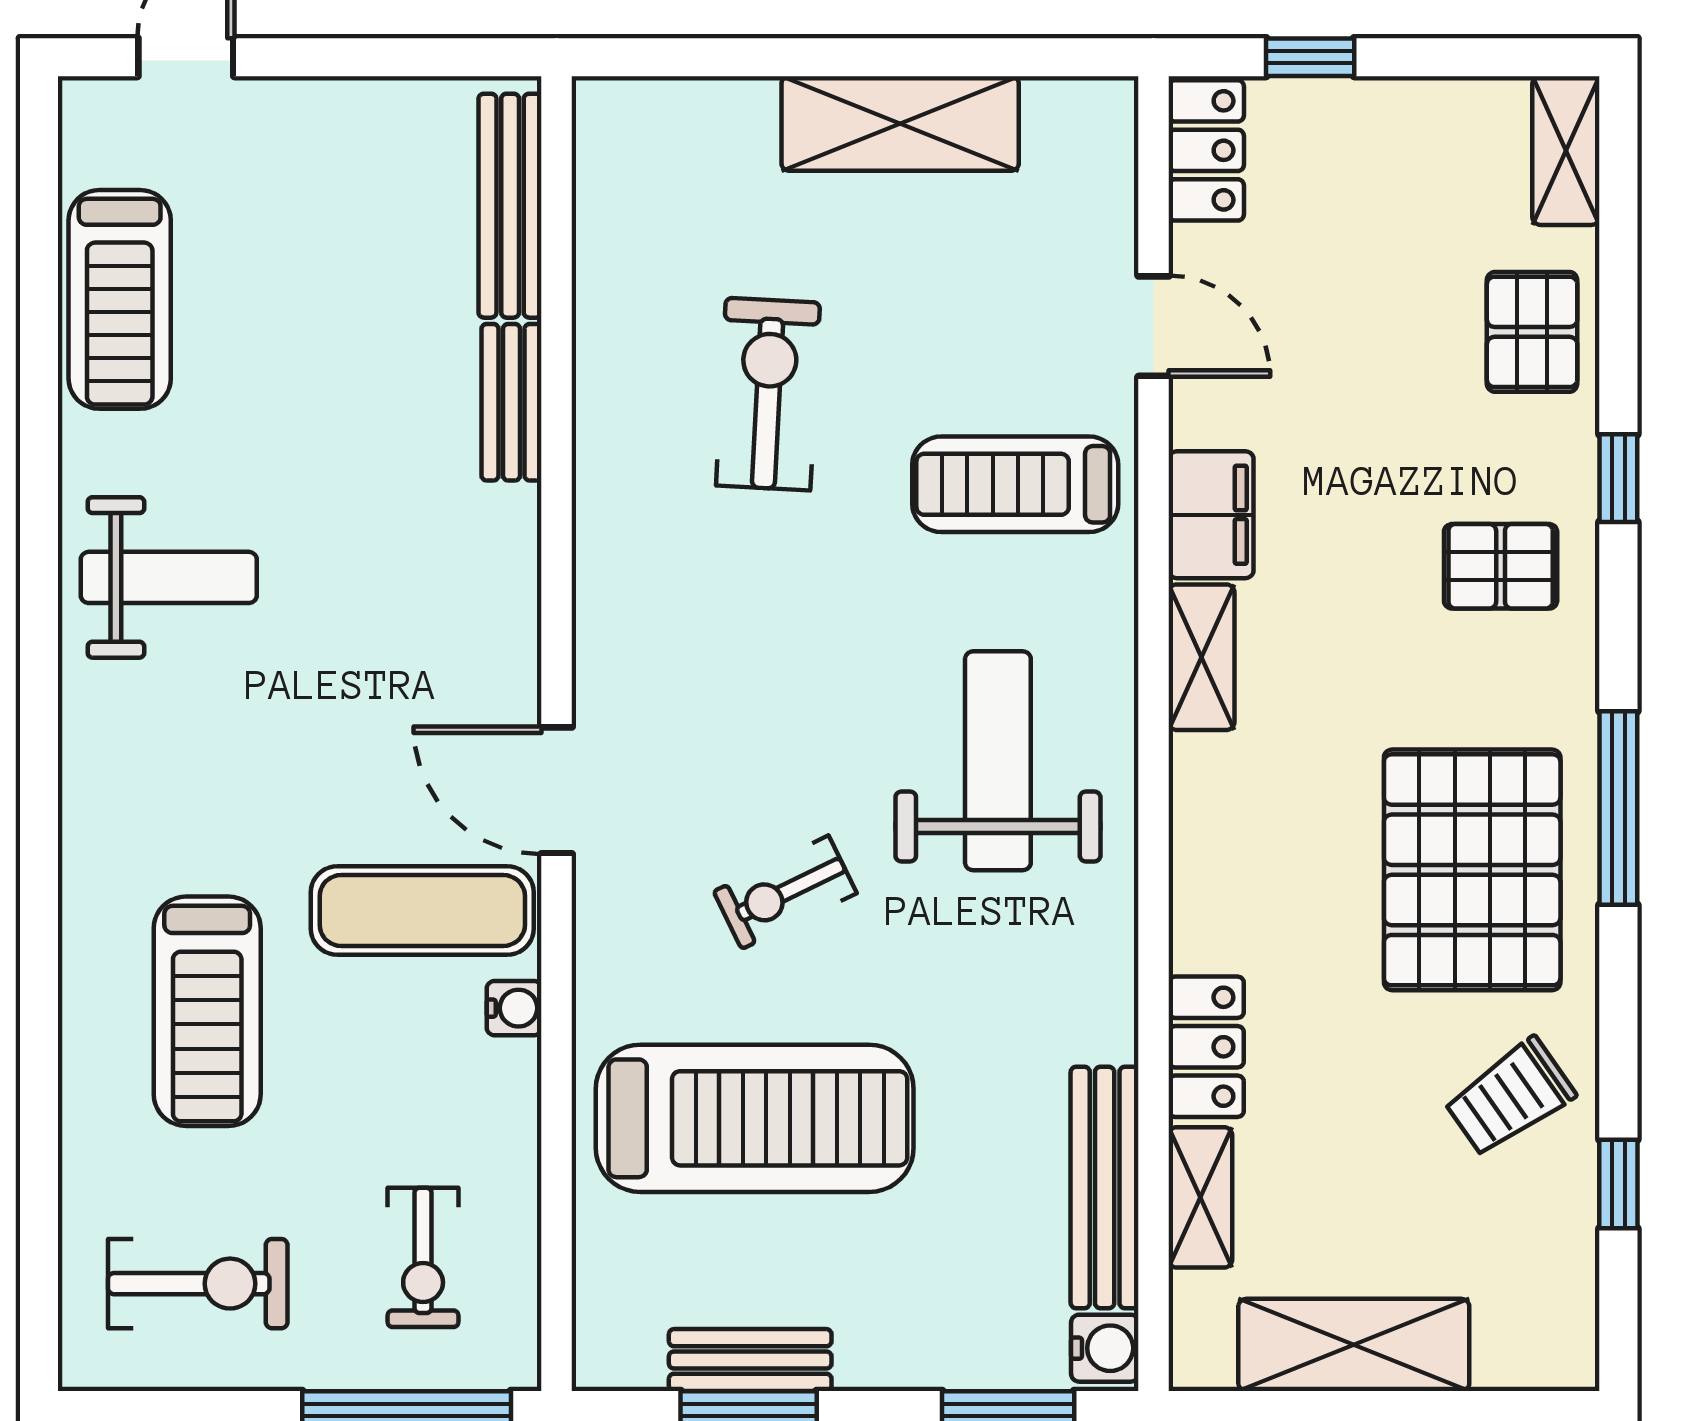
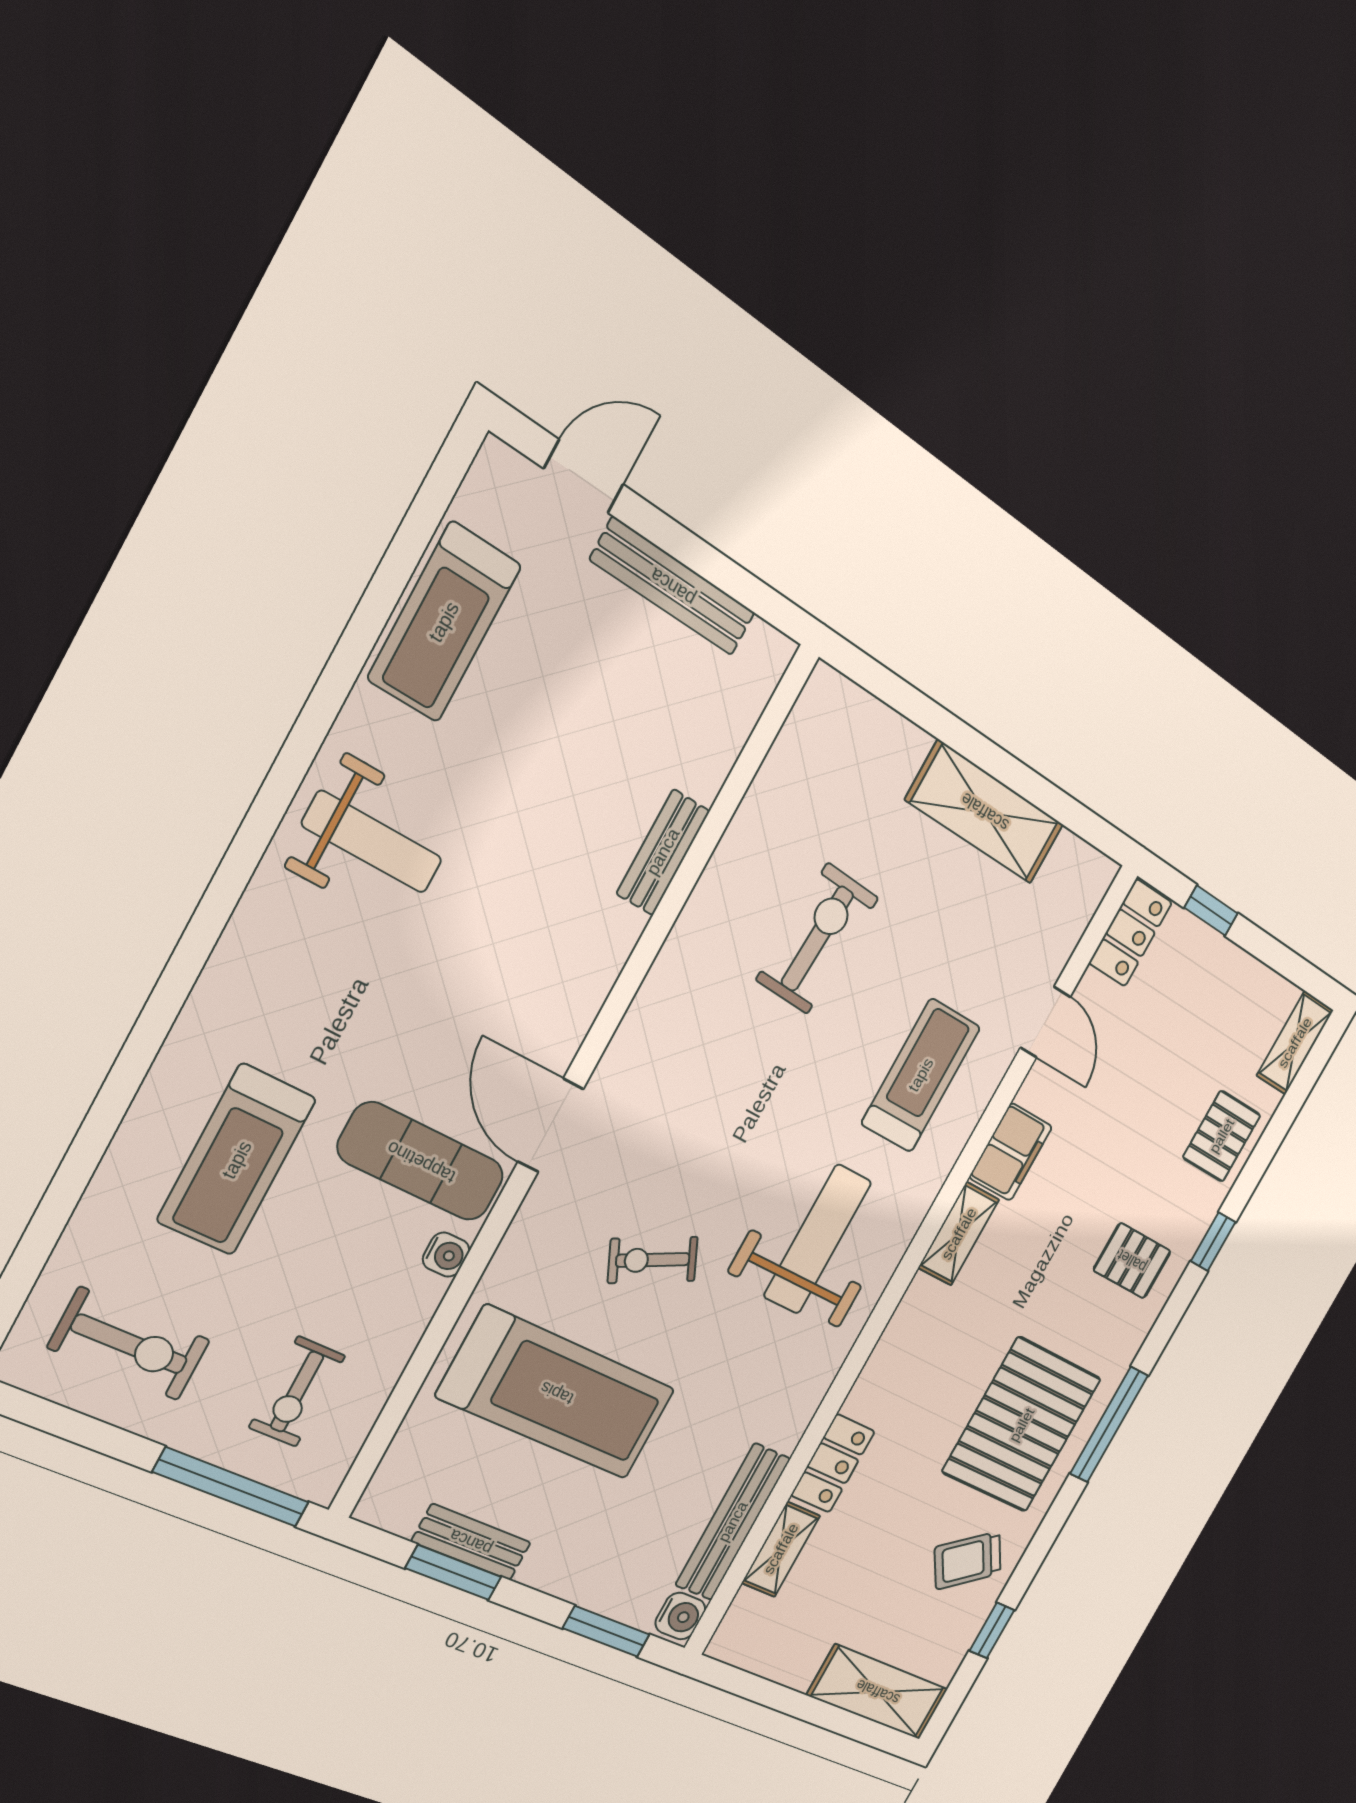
bench: (510, 206) -> (673, 587), moved, turned 90
treadmill: (1015, 484) -> (921, 1075), turned 90
shelving: (1354, 1345) -> (878, 1692), moved

